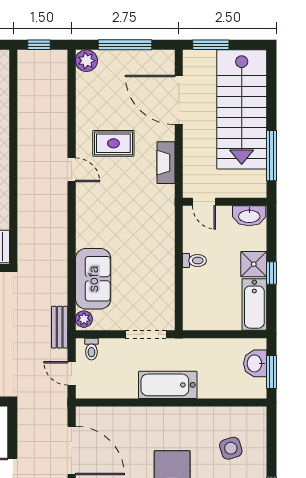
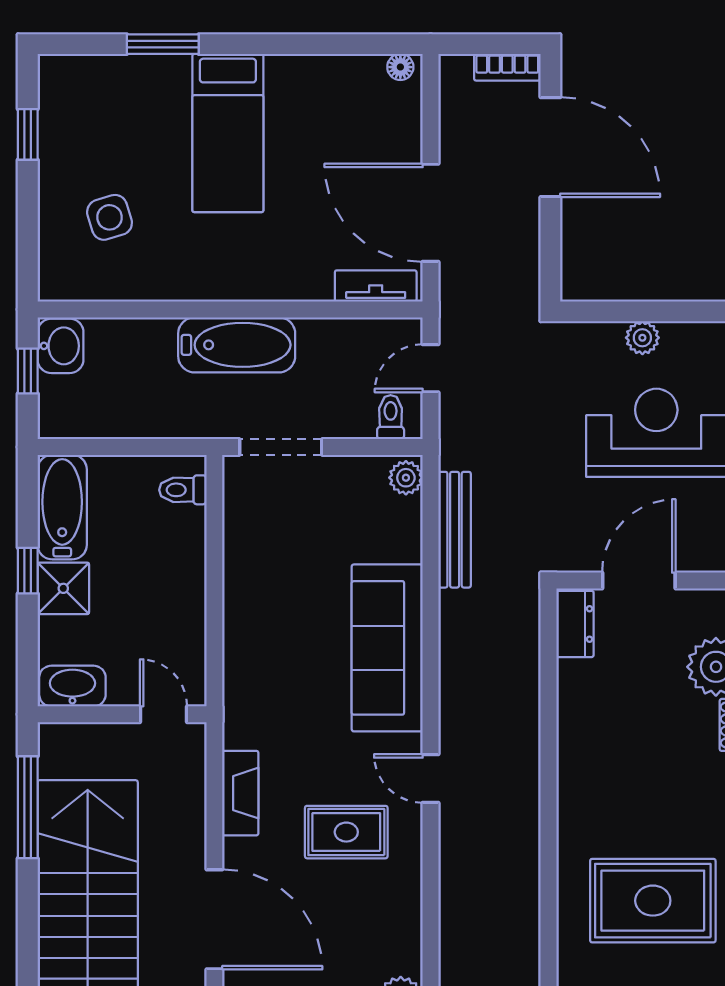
toilet: (194, 260) -> (183, 490), moved
sofa: (93, 279) -> (387, 648), moved, width x1.36
bench: (60, 327) -> (455, 530), moved, width x1.36
washbasin: (255, 363) -> (61, 346), moved
window: (271, 372) -> (28, 371), width x0.67
door: (72, 373) -> (431, 368), swing flipped
tv unit: (99, 414) -> (376, 286), added

